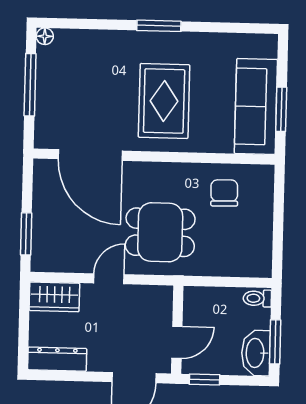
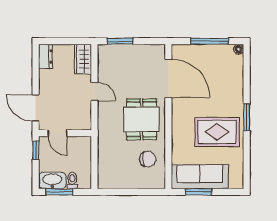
rug: (164, 101) -> (217, 132), moved
door: (90, 155) -> (168, 78), swing flipped
dining table: (160, 232) -> (142, 119), moved
toilet: (257, 298) -> (72, 181), moved
dresser: (57, 359) -> (46, 56), width x0.70

